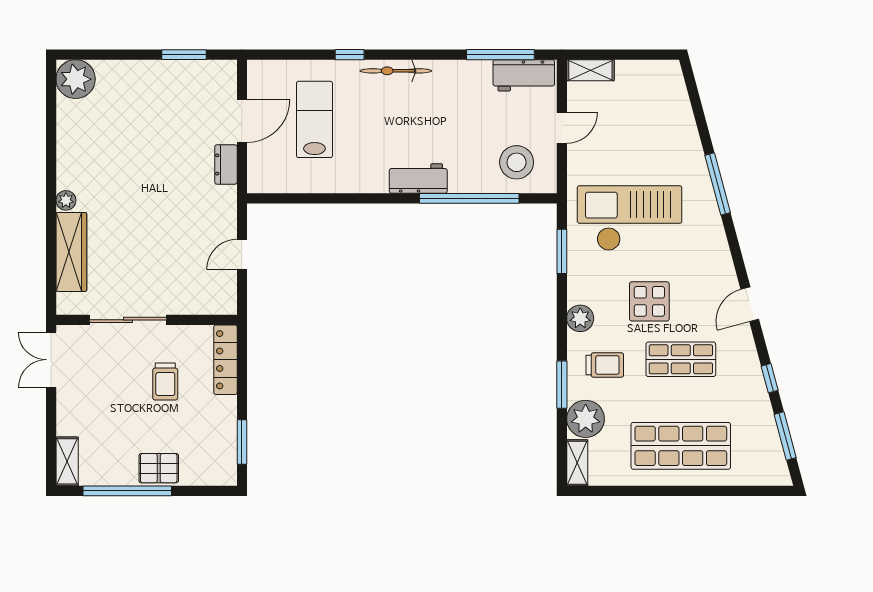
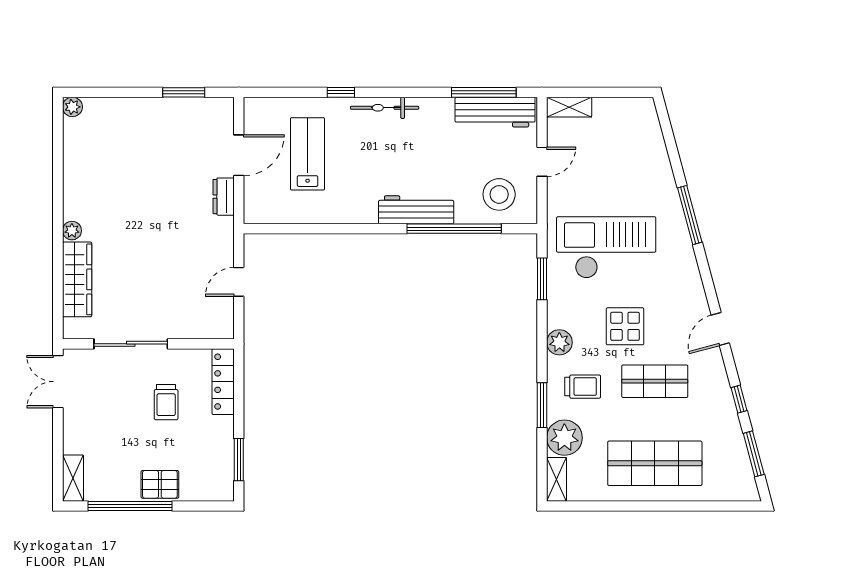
workbench: (524, 75) -> (495, 112), width x1.38
plant: (76, 79) -> (72, 107), width x0.53, depth x0.53
workbench: (418, 179) -> (416, 210), width x1.37

